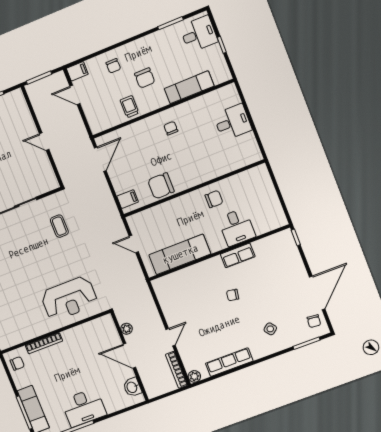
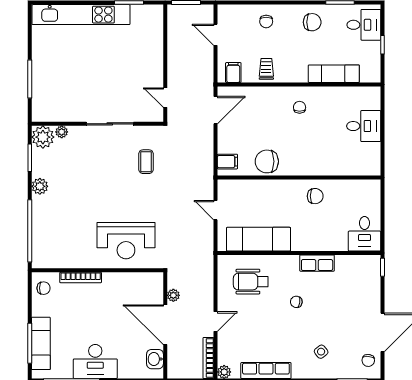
filing cabinet: (77, 71) -> (233, 73), moved, turned -90
chair: (145, 78) -> (312, 22), moved, turned -90
door: (44, 142) -> (165, 98), moved
desk: (237, 227) -> (364, 234), moved
wheelchair: (187, 293) -> (251, 282), added
door: (129, 356) -> (165, 325), width x1.36

